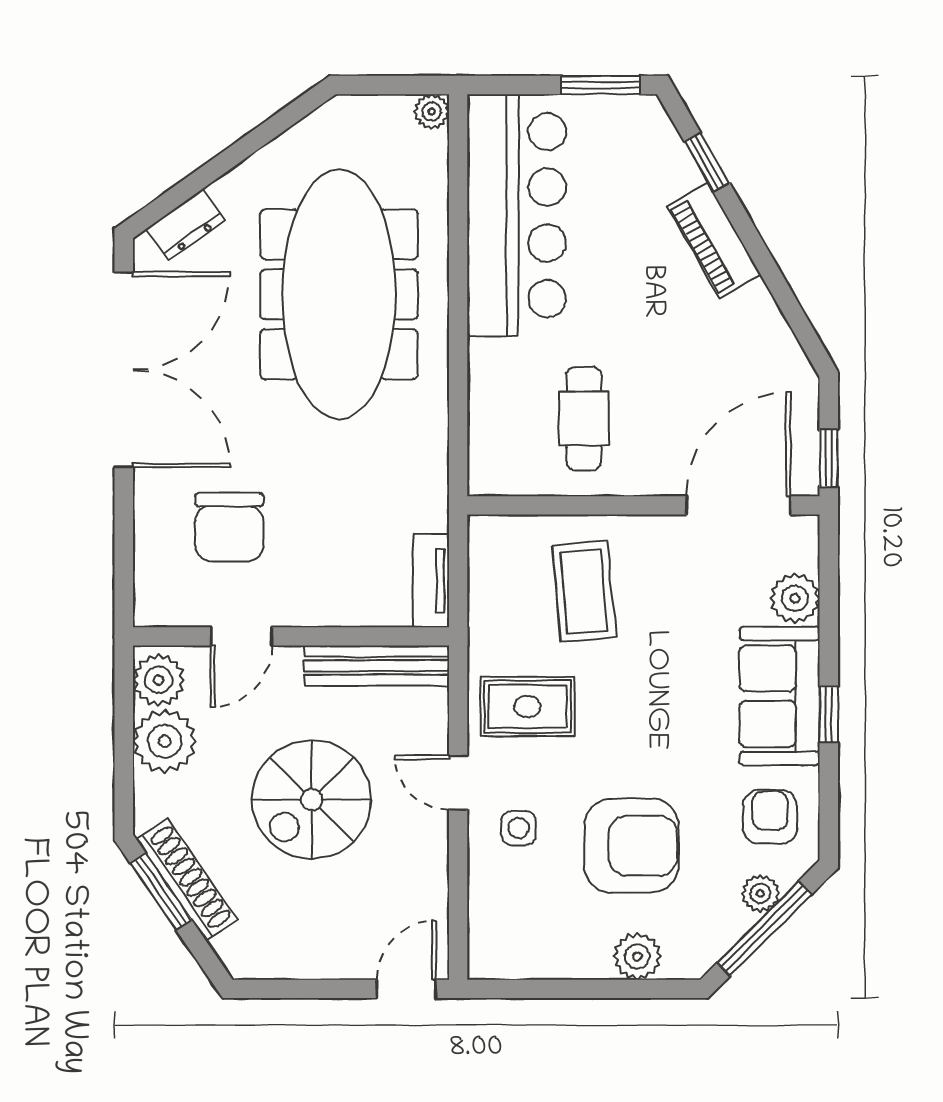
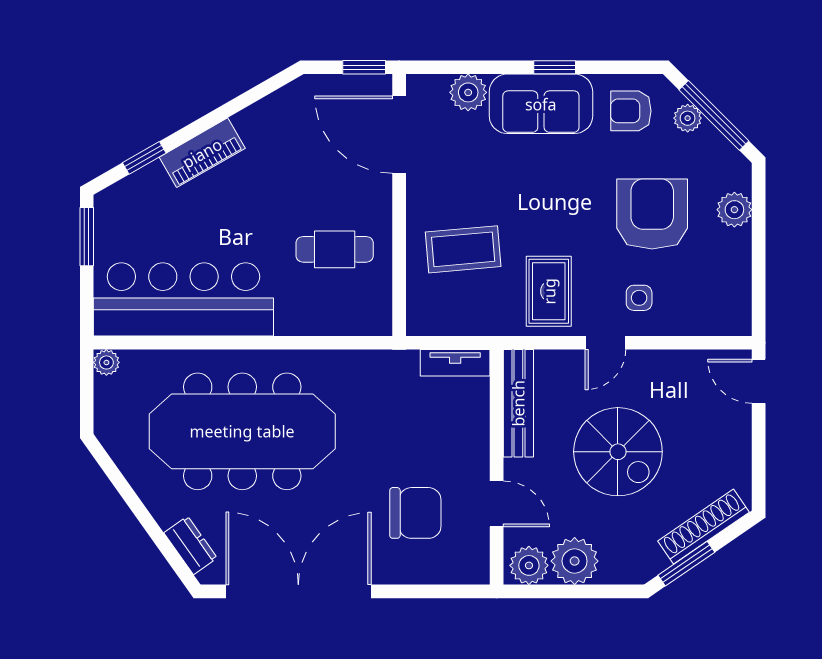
shoe rack: (187, 880) -> (704, 527), moved

